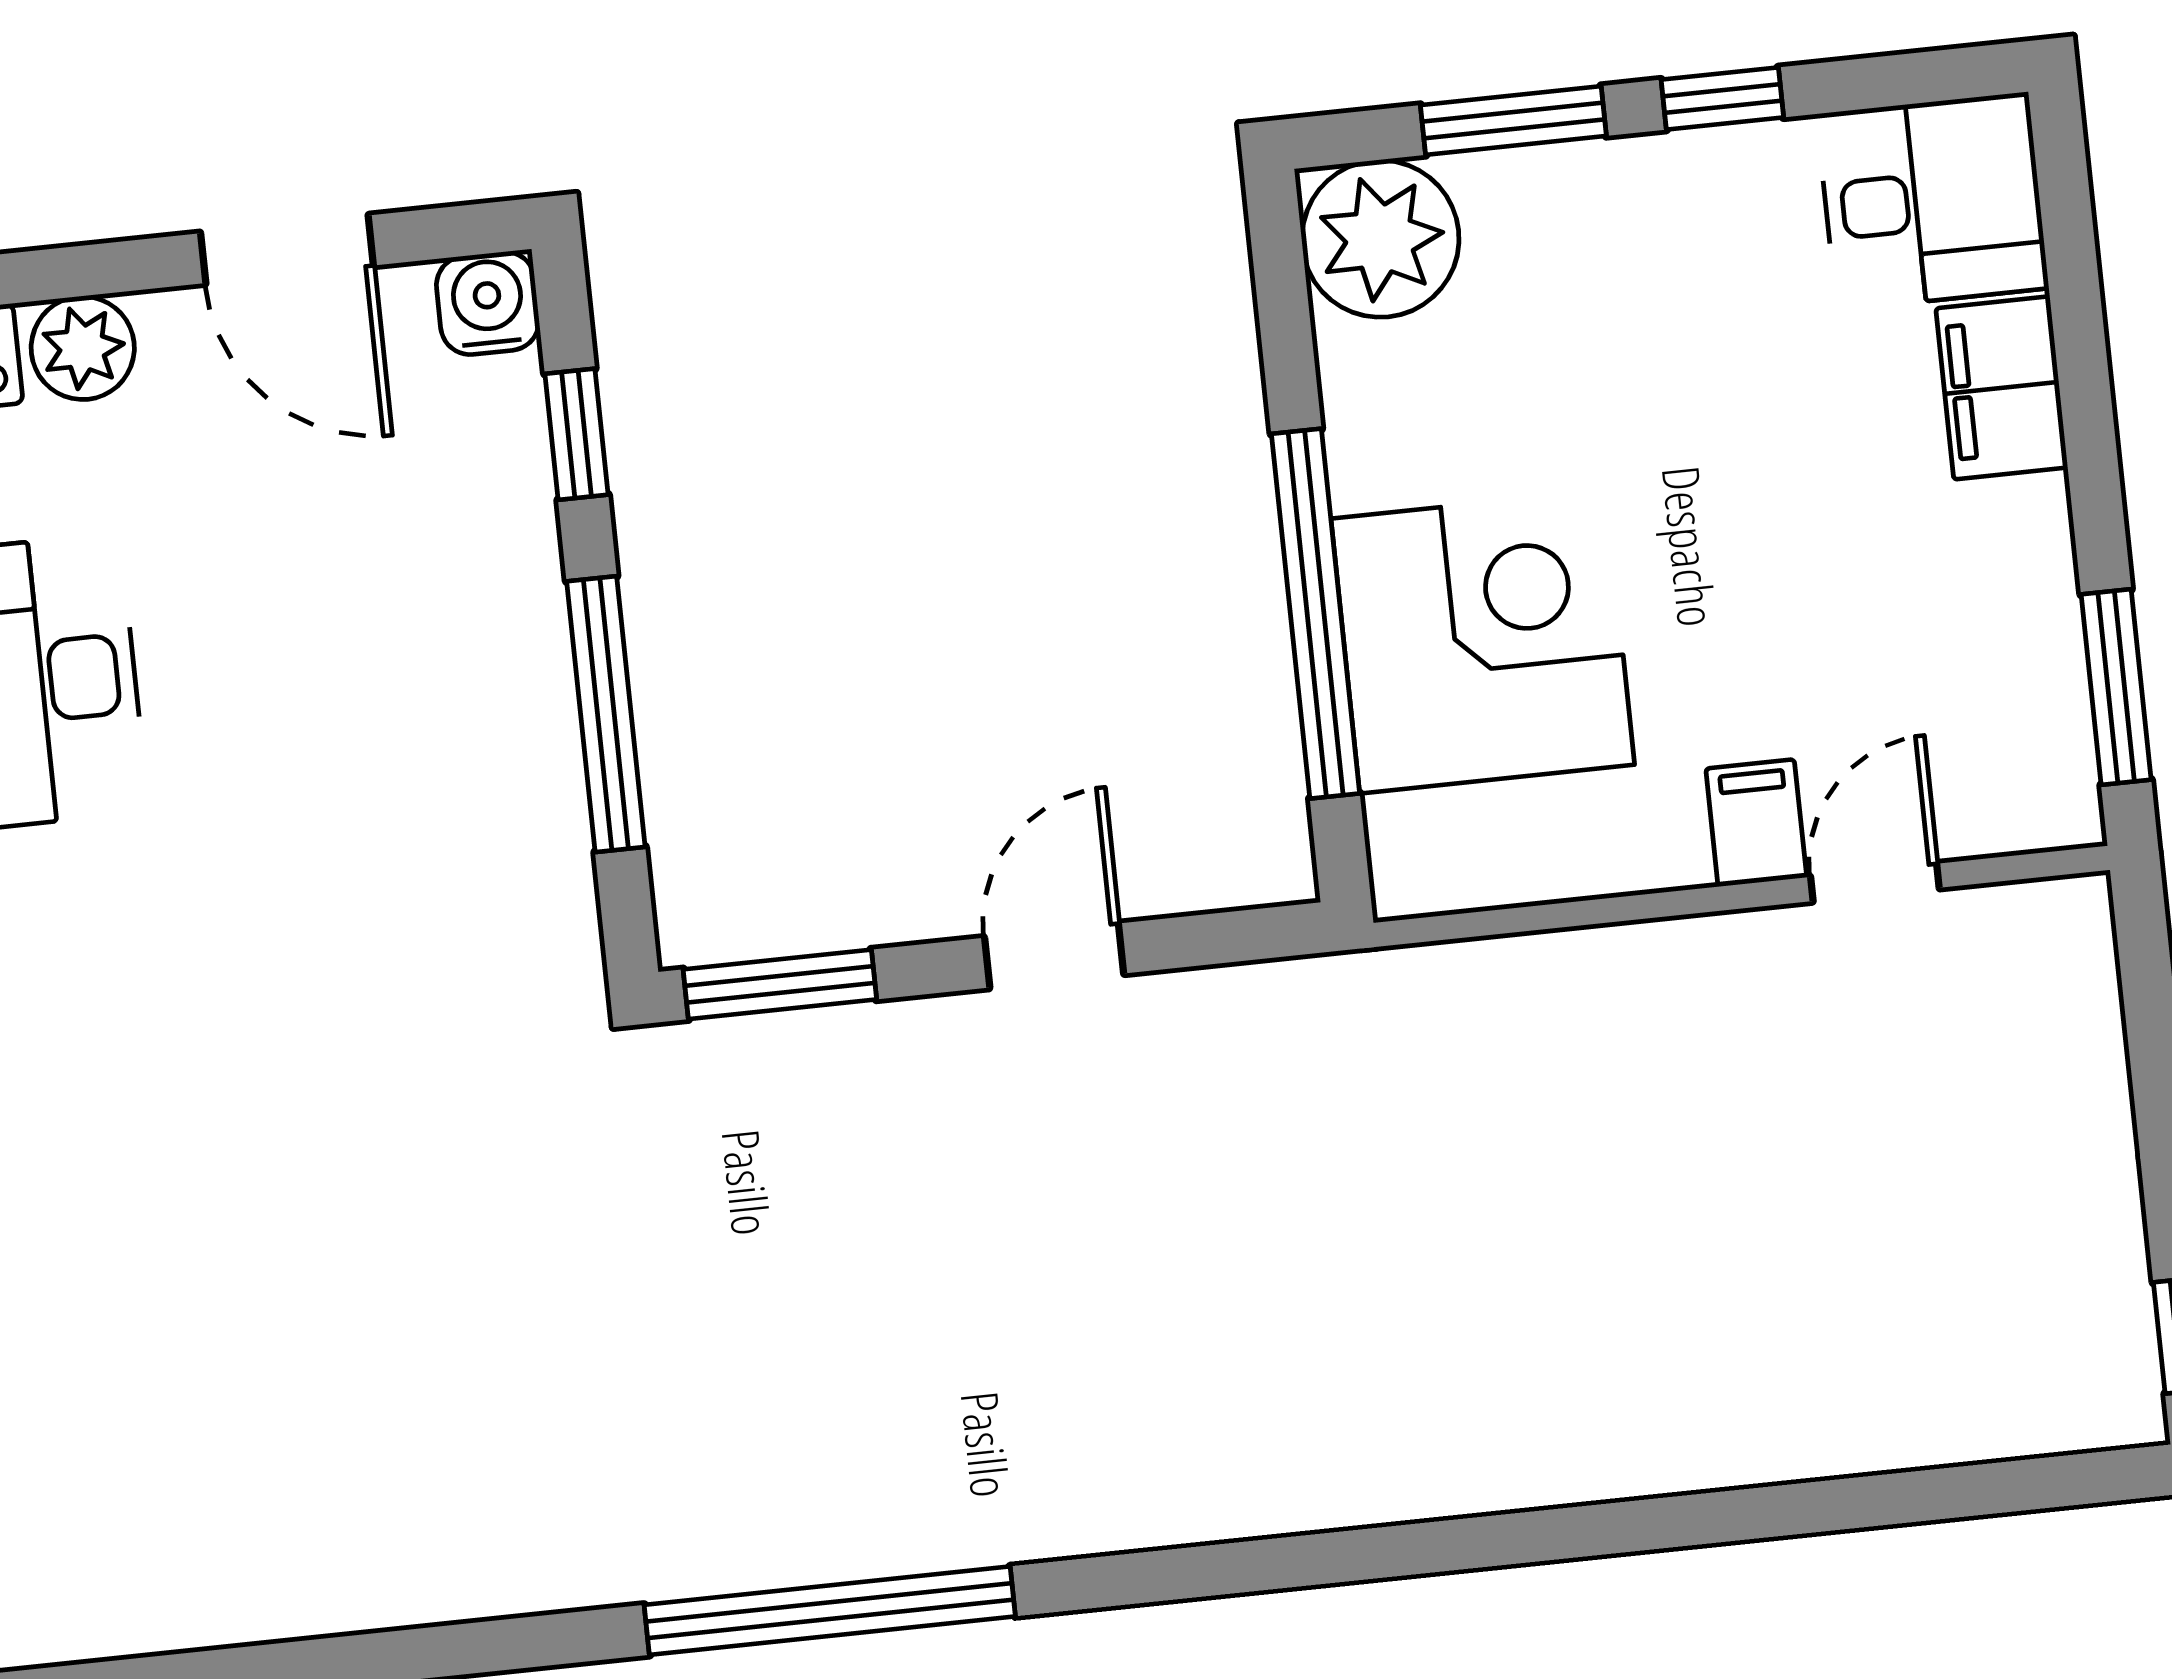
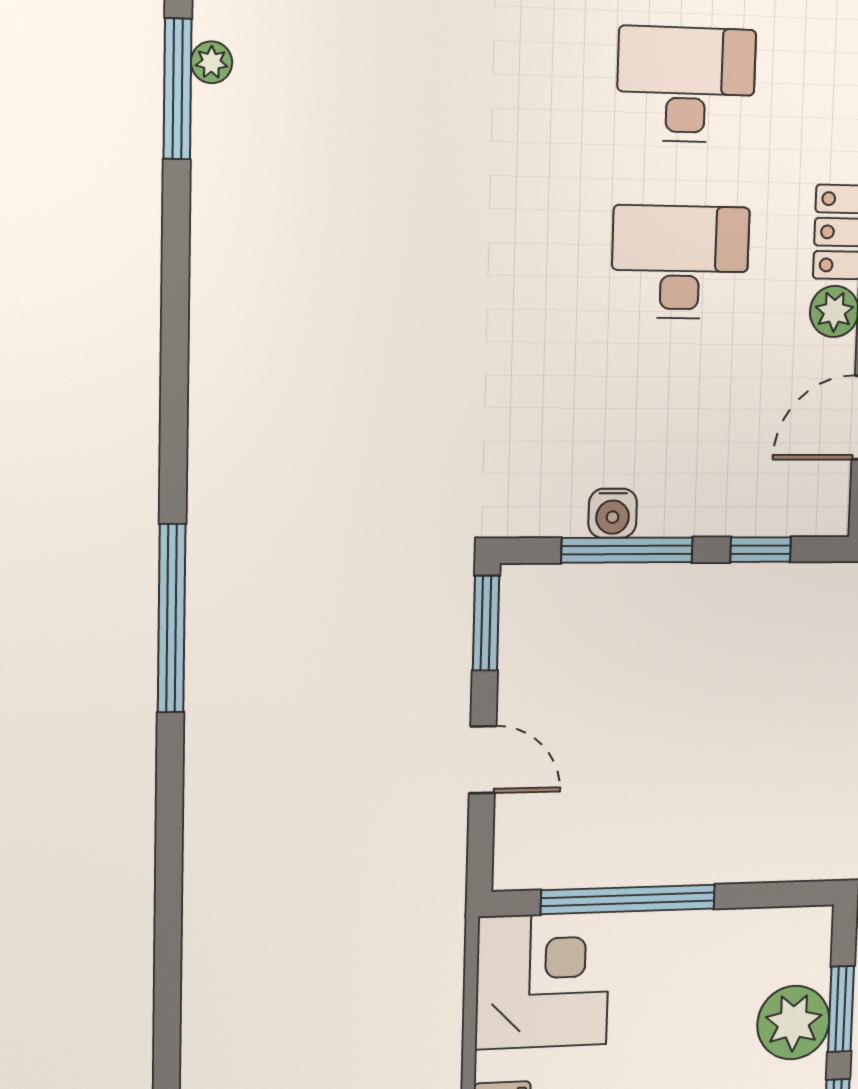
plant: (1380, 239) -> (793, 1023), moved
water cooler: (488, 303) -> (613, 513), moved, turned 90
corner desk: (1483, 642) -> (543, 981), moved, turned -90

